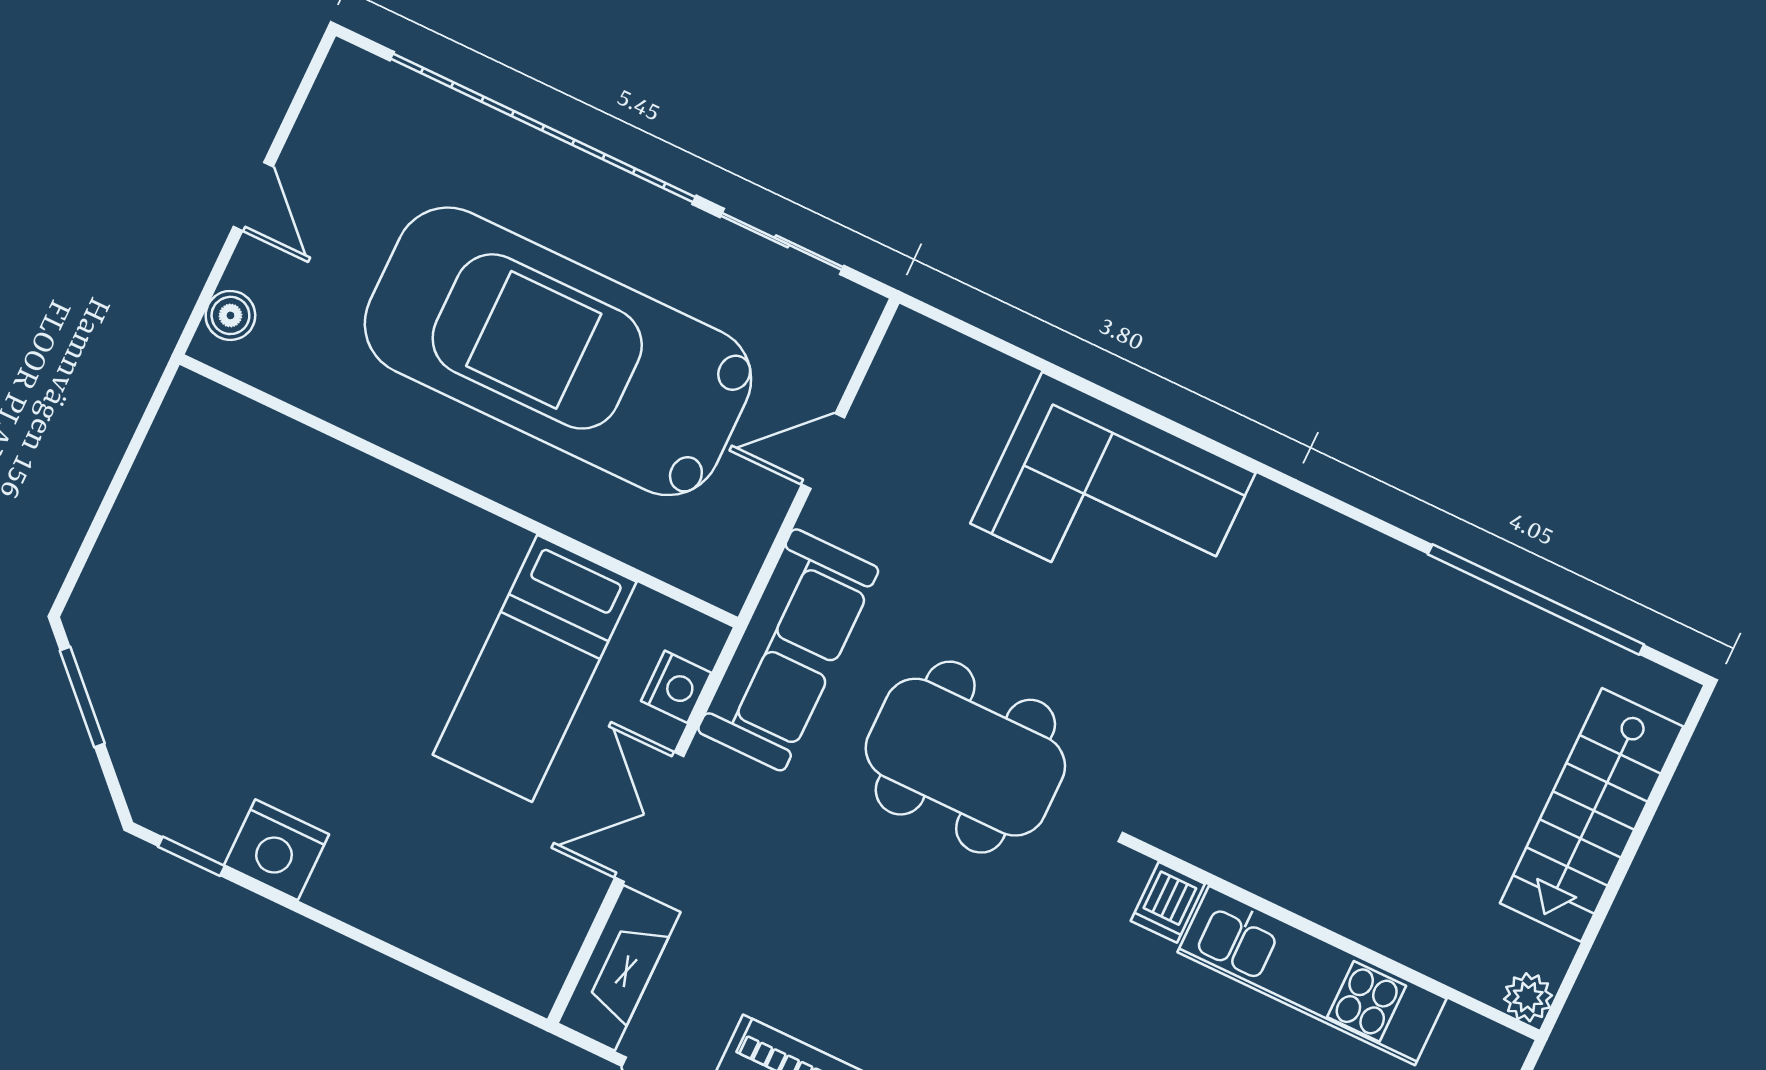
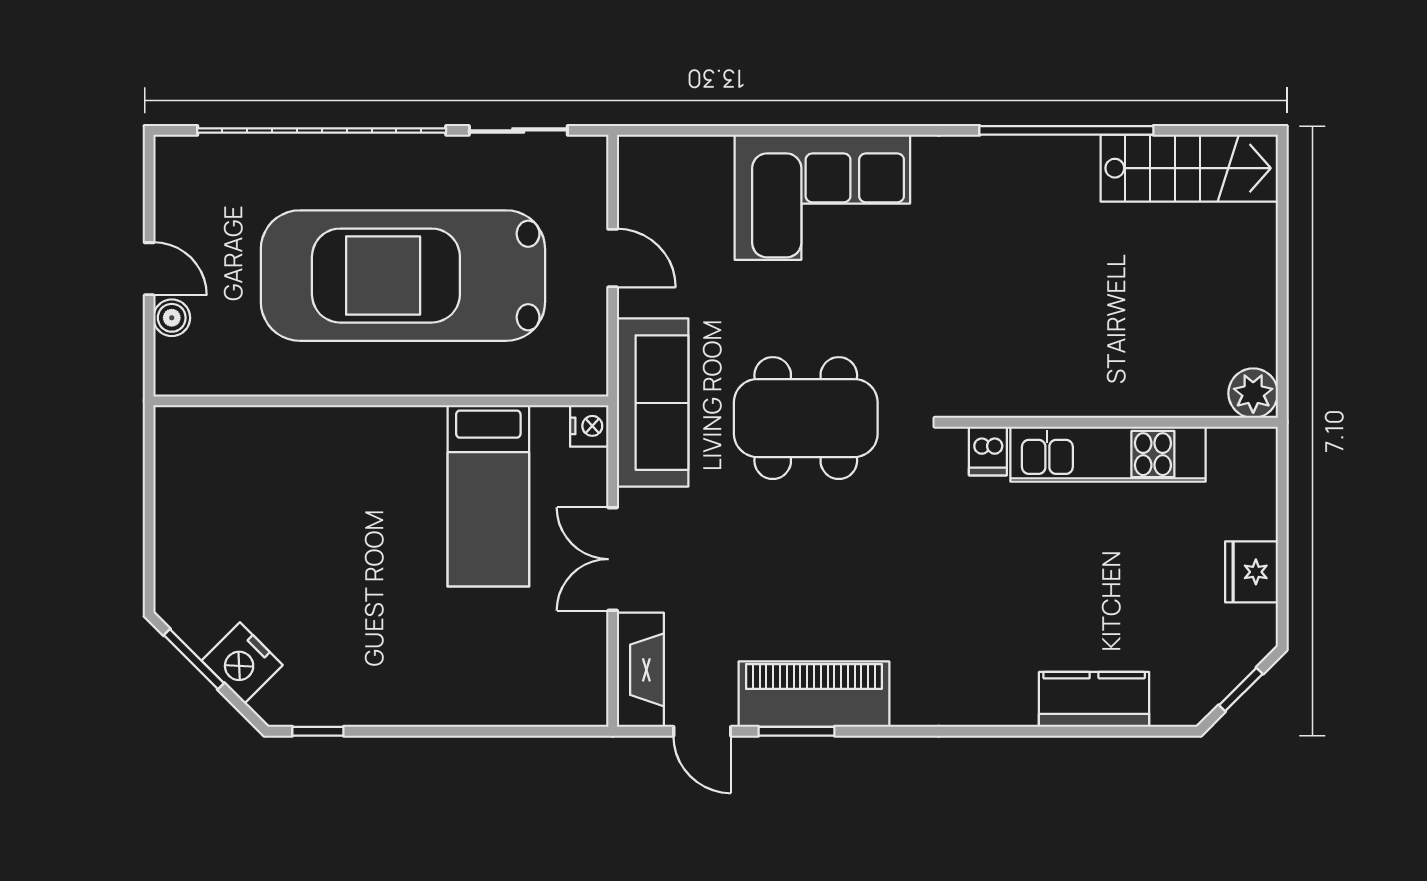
boiler: (230, 315) -> (172, 318), moved
door: (823, 451) -> (613, 258), swing flipped
window: (1536, 599) -> (1066, 130), moved
nightstand: (676, 687) -> (589, 426), moved
stairs: (1592, 815) -> (1189, 168), moved, turned -90
nightstand: (276, 850) -> (242, 663), moved, turned 45
plant: (1528, 997) -> (1253, 393), width x1.38, depth x1.38

